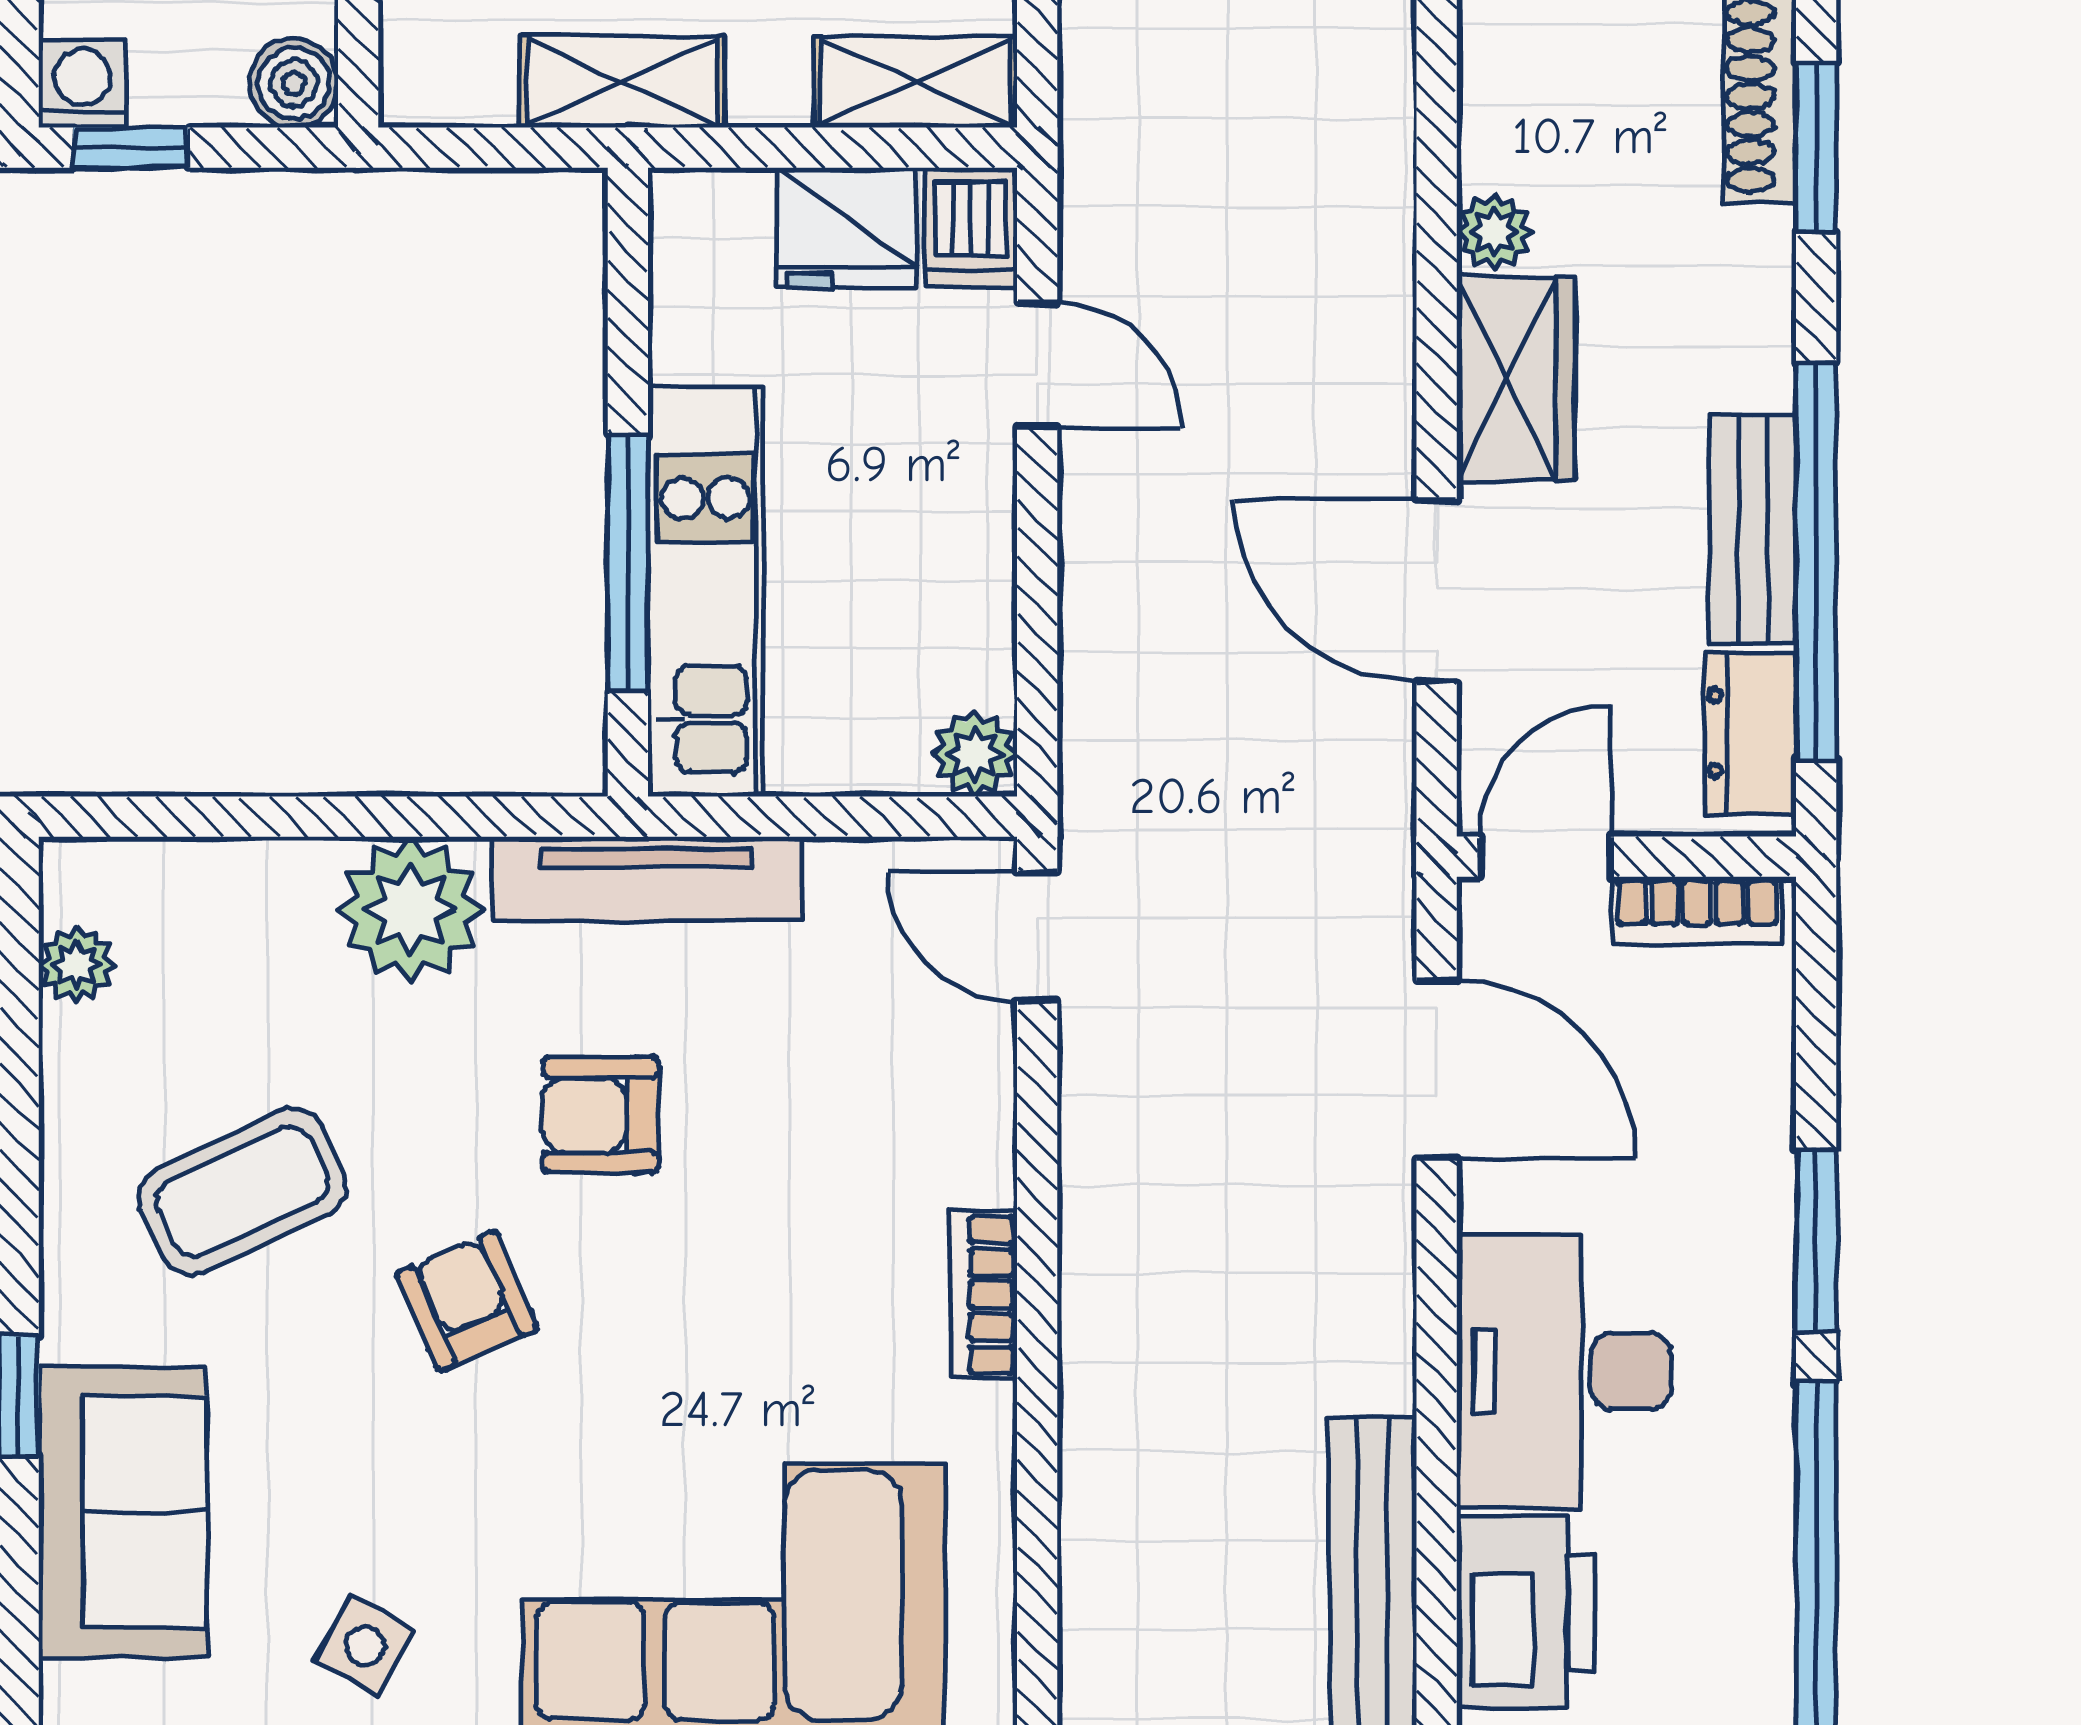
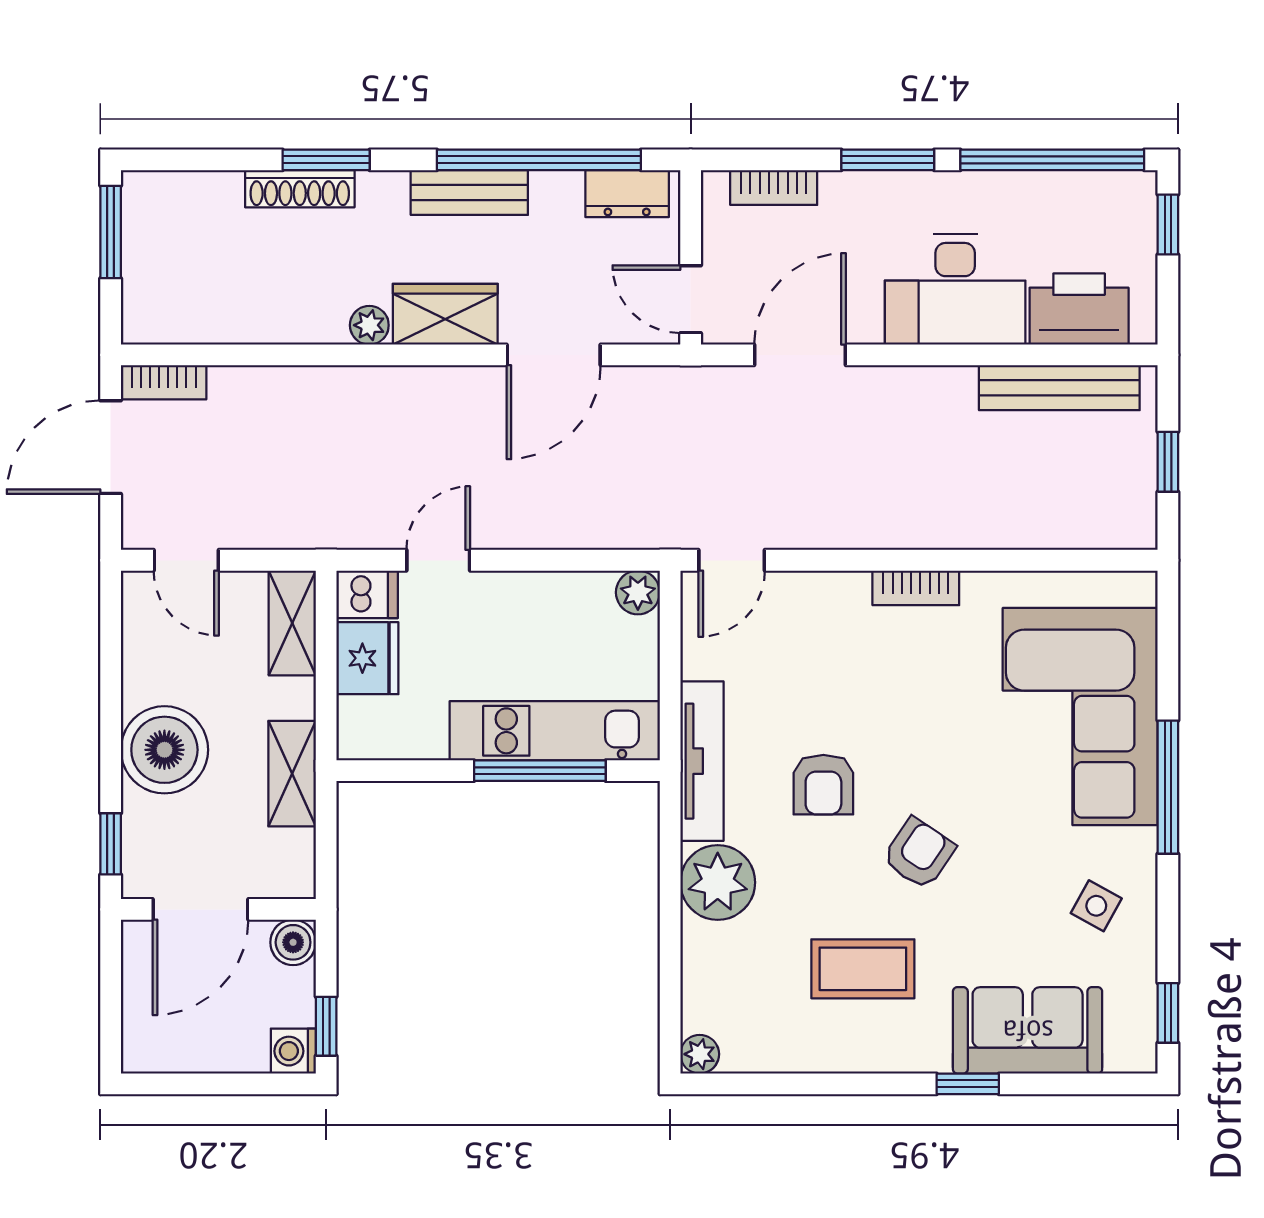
bench: (1753, 530) -> (469, 193), moved
bookcase: (1697, 910) -> (774, 188), moved, turned 90
plant: (76, 965) -> (700, 1054), moved
coffee table: (242, 1192) -> (863, 969), turned -65
armchair: (467, 1301) -> (919, 853), turned 147

